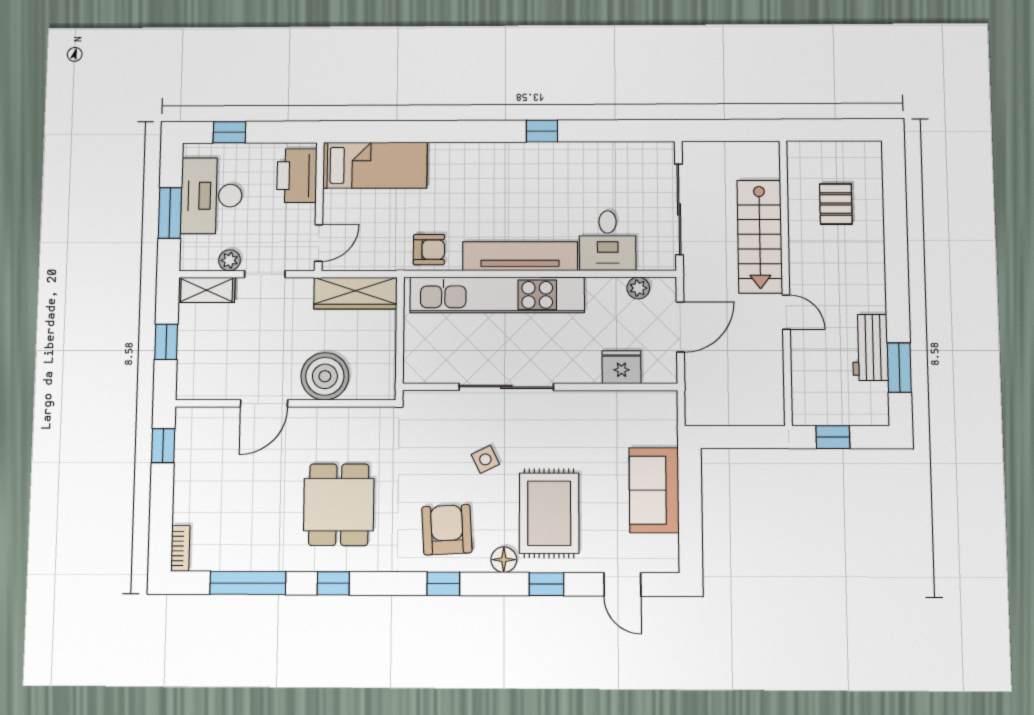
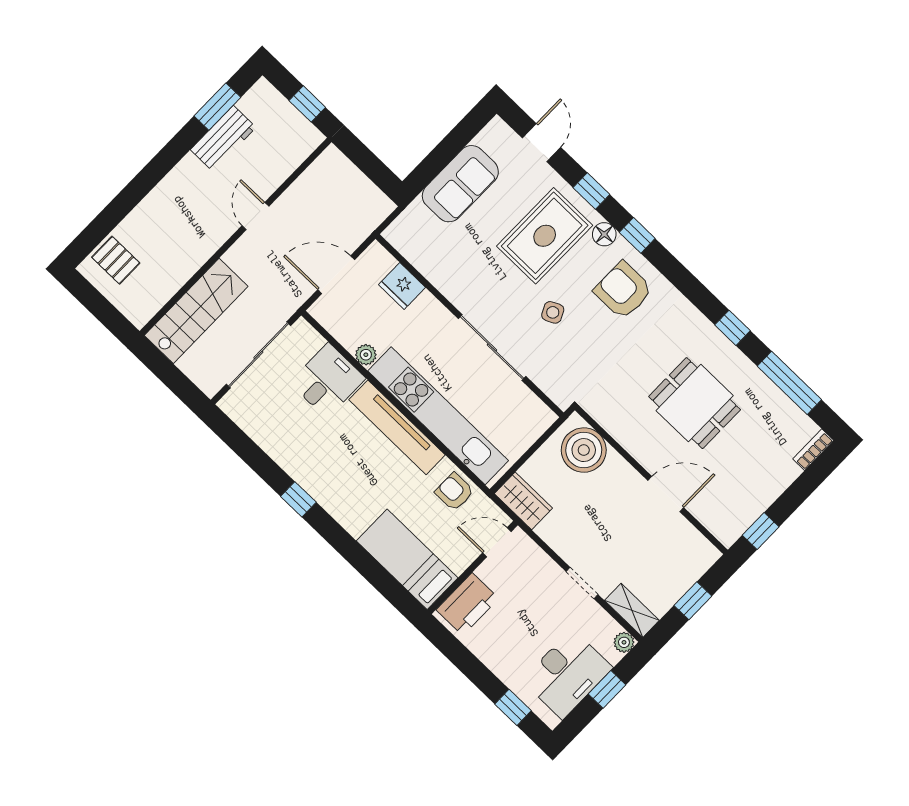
bed: (375, 165) -> (407, 559), moved
printer: (297, 176) -> (467, 604), moved
pallet: (836, 204) -> (116, 260), moved, turned 90
wall: (319, 206) -> (472, 567), moved
window: (170, 213) -> (607, 689), width x0.67
stairs: (760, 237) -> (196, 311), moved
door: (319, 243) -> (497, 542), moved
plant: (230, 260) -> (624, 642), moved
plant: (638, 288) -> (366, 355), moved
wardrobe: (355, 293) -> (523, 501), width x0.67
boiler: (325, 376) -> (584, 450), moved
dining table: (339, 505) -> (695, 403), moved, turned 90
armchair: (447, 530) -> (623, 290), turned 93
window: (443, 584) -> (637, 235), moved

